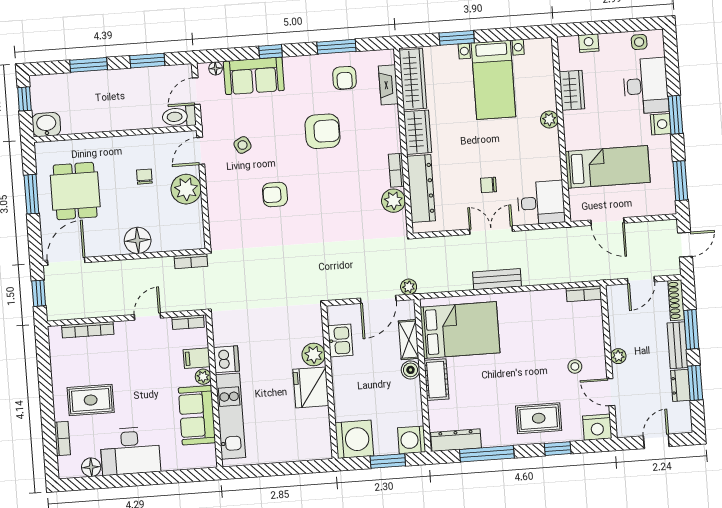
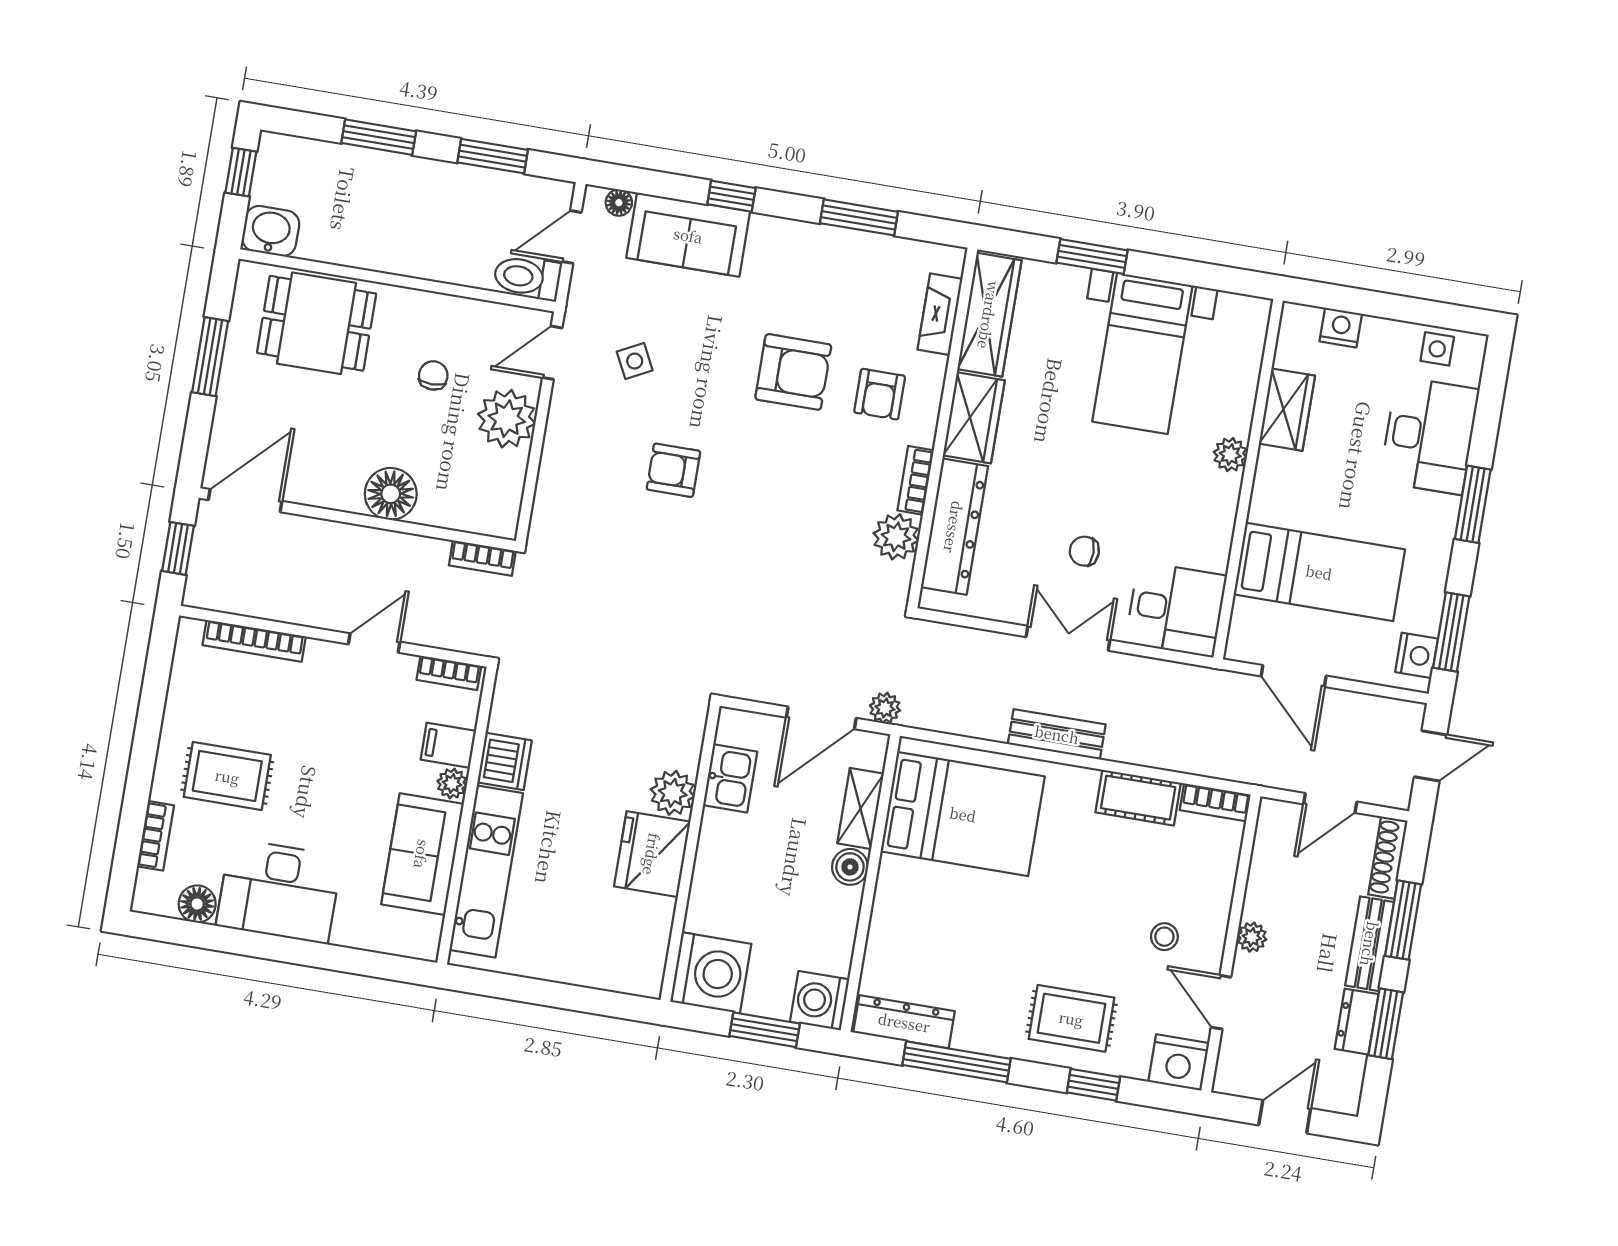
armchair: (345, 78) -> (880, 394), moved
nightstand: (661, 124) -> (1417, 655), moved
dining table: (75, 191) -> (317, 323), moved, turned 90
cot: (436, 380) -> (1138, 798), moved, turned 90

